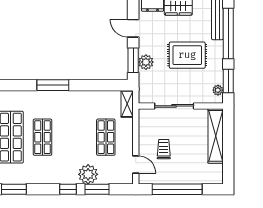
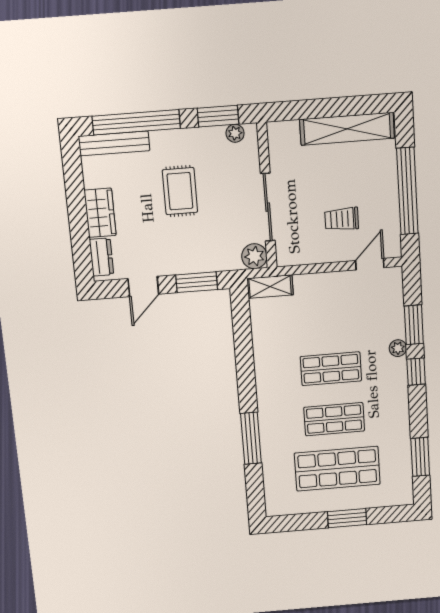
rug: (187, 55) -> (180, 191), width x0.73, depth x0.70
plant: (146, 62) -> (254, 256), moved
window: (53, 85) -> (251, 438), moved
shelving: (216, 136) -> (347, 129), moved
shop shelf: (106, 137) -> (331, 369), moved
plant: (88, 174) -> (398, 348), width x0.53, depth x0.53

